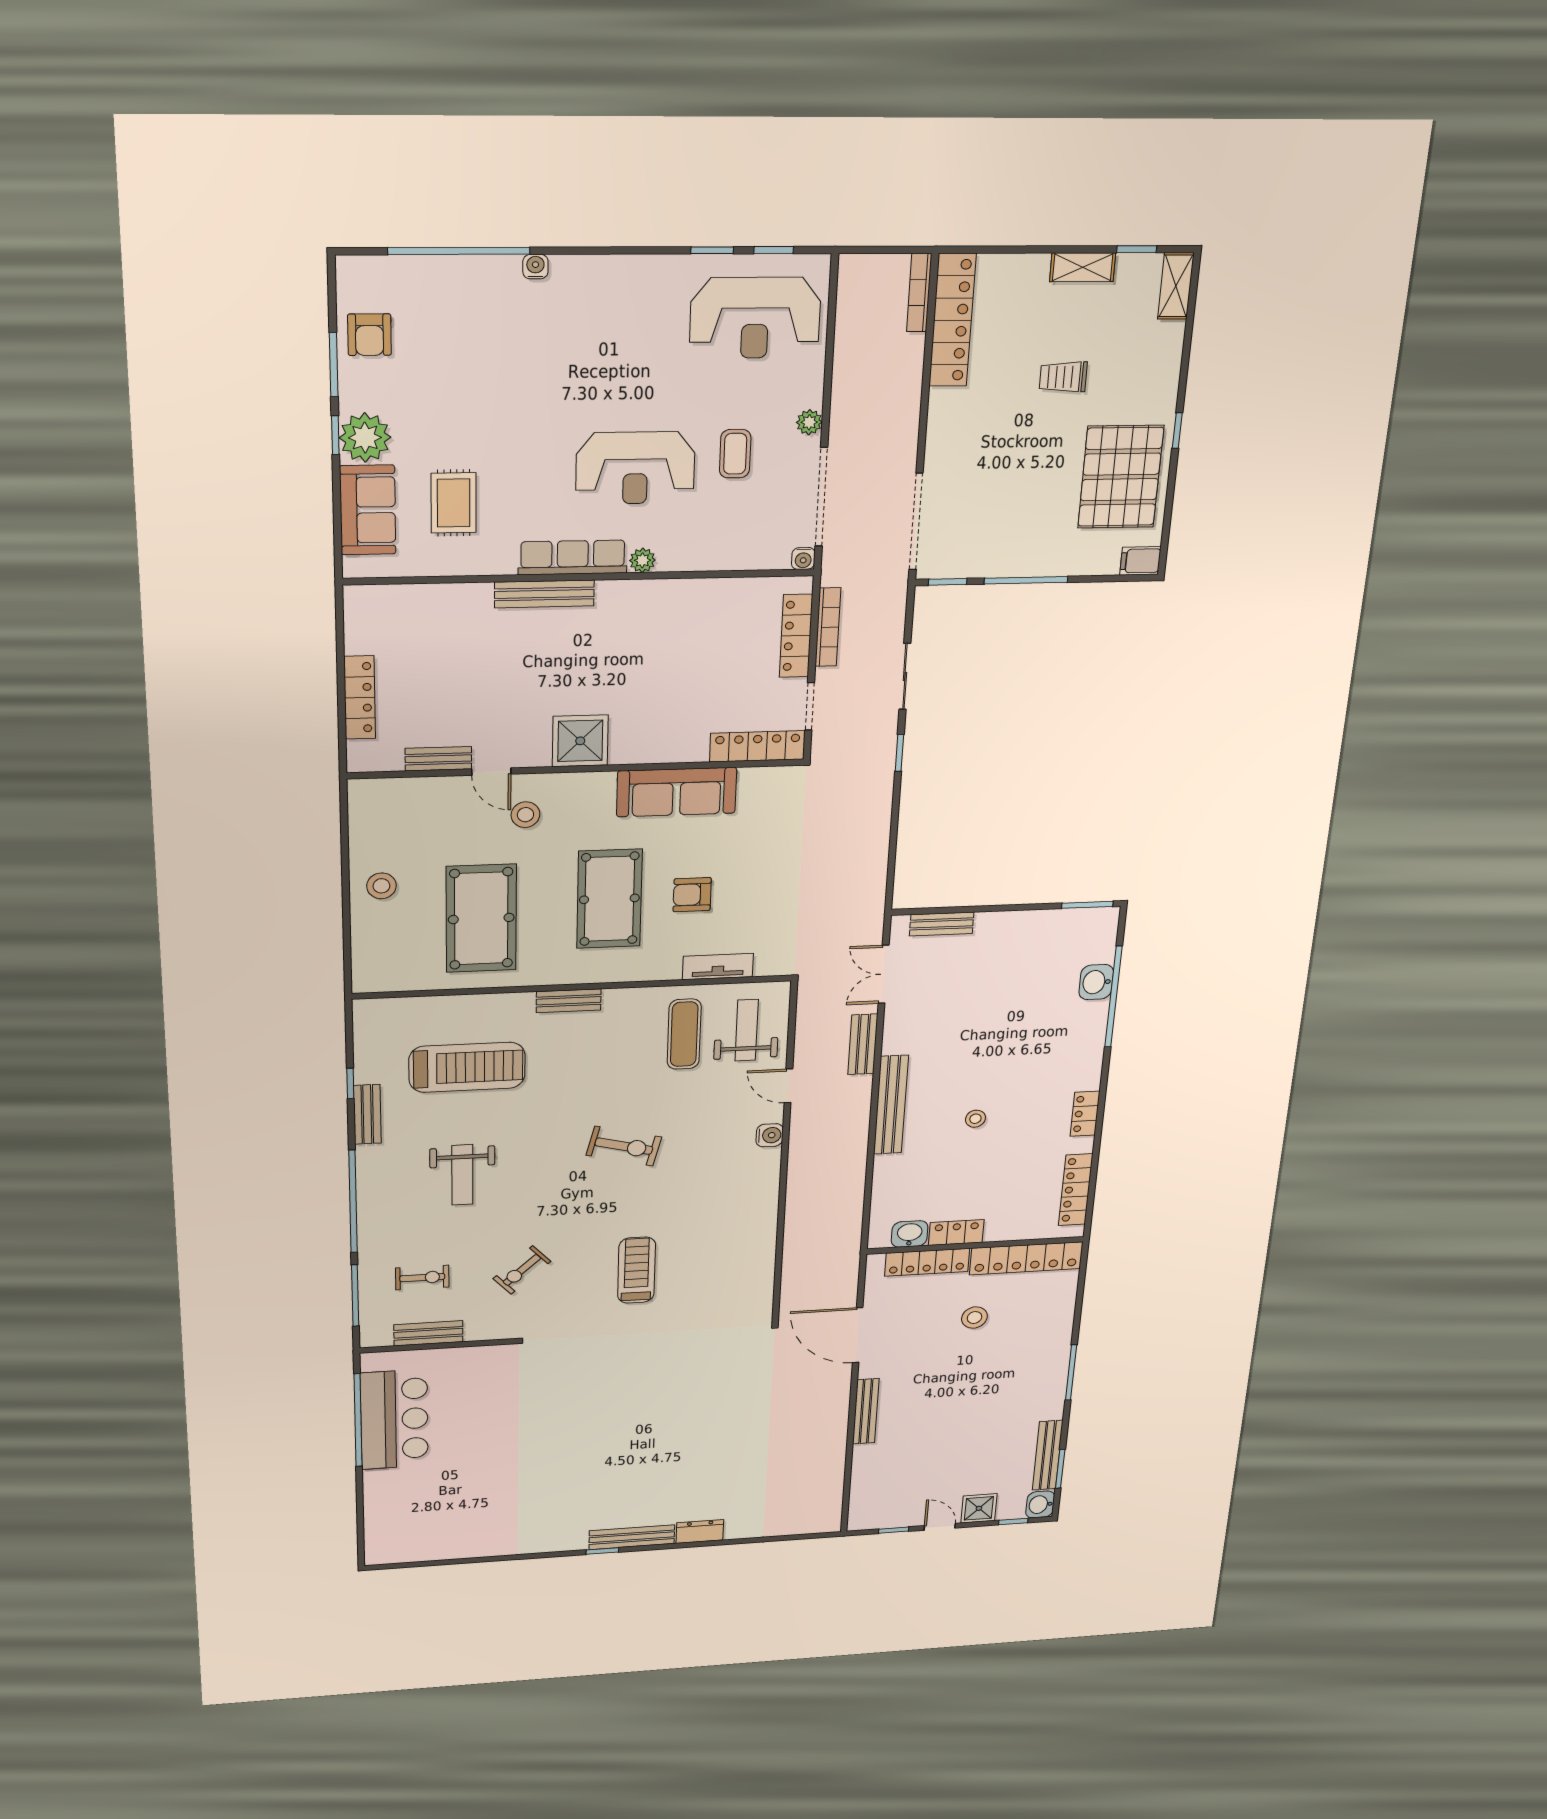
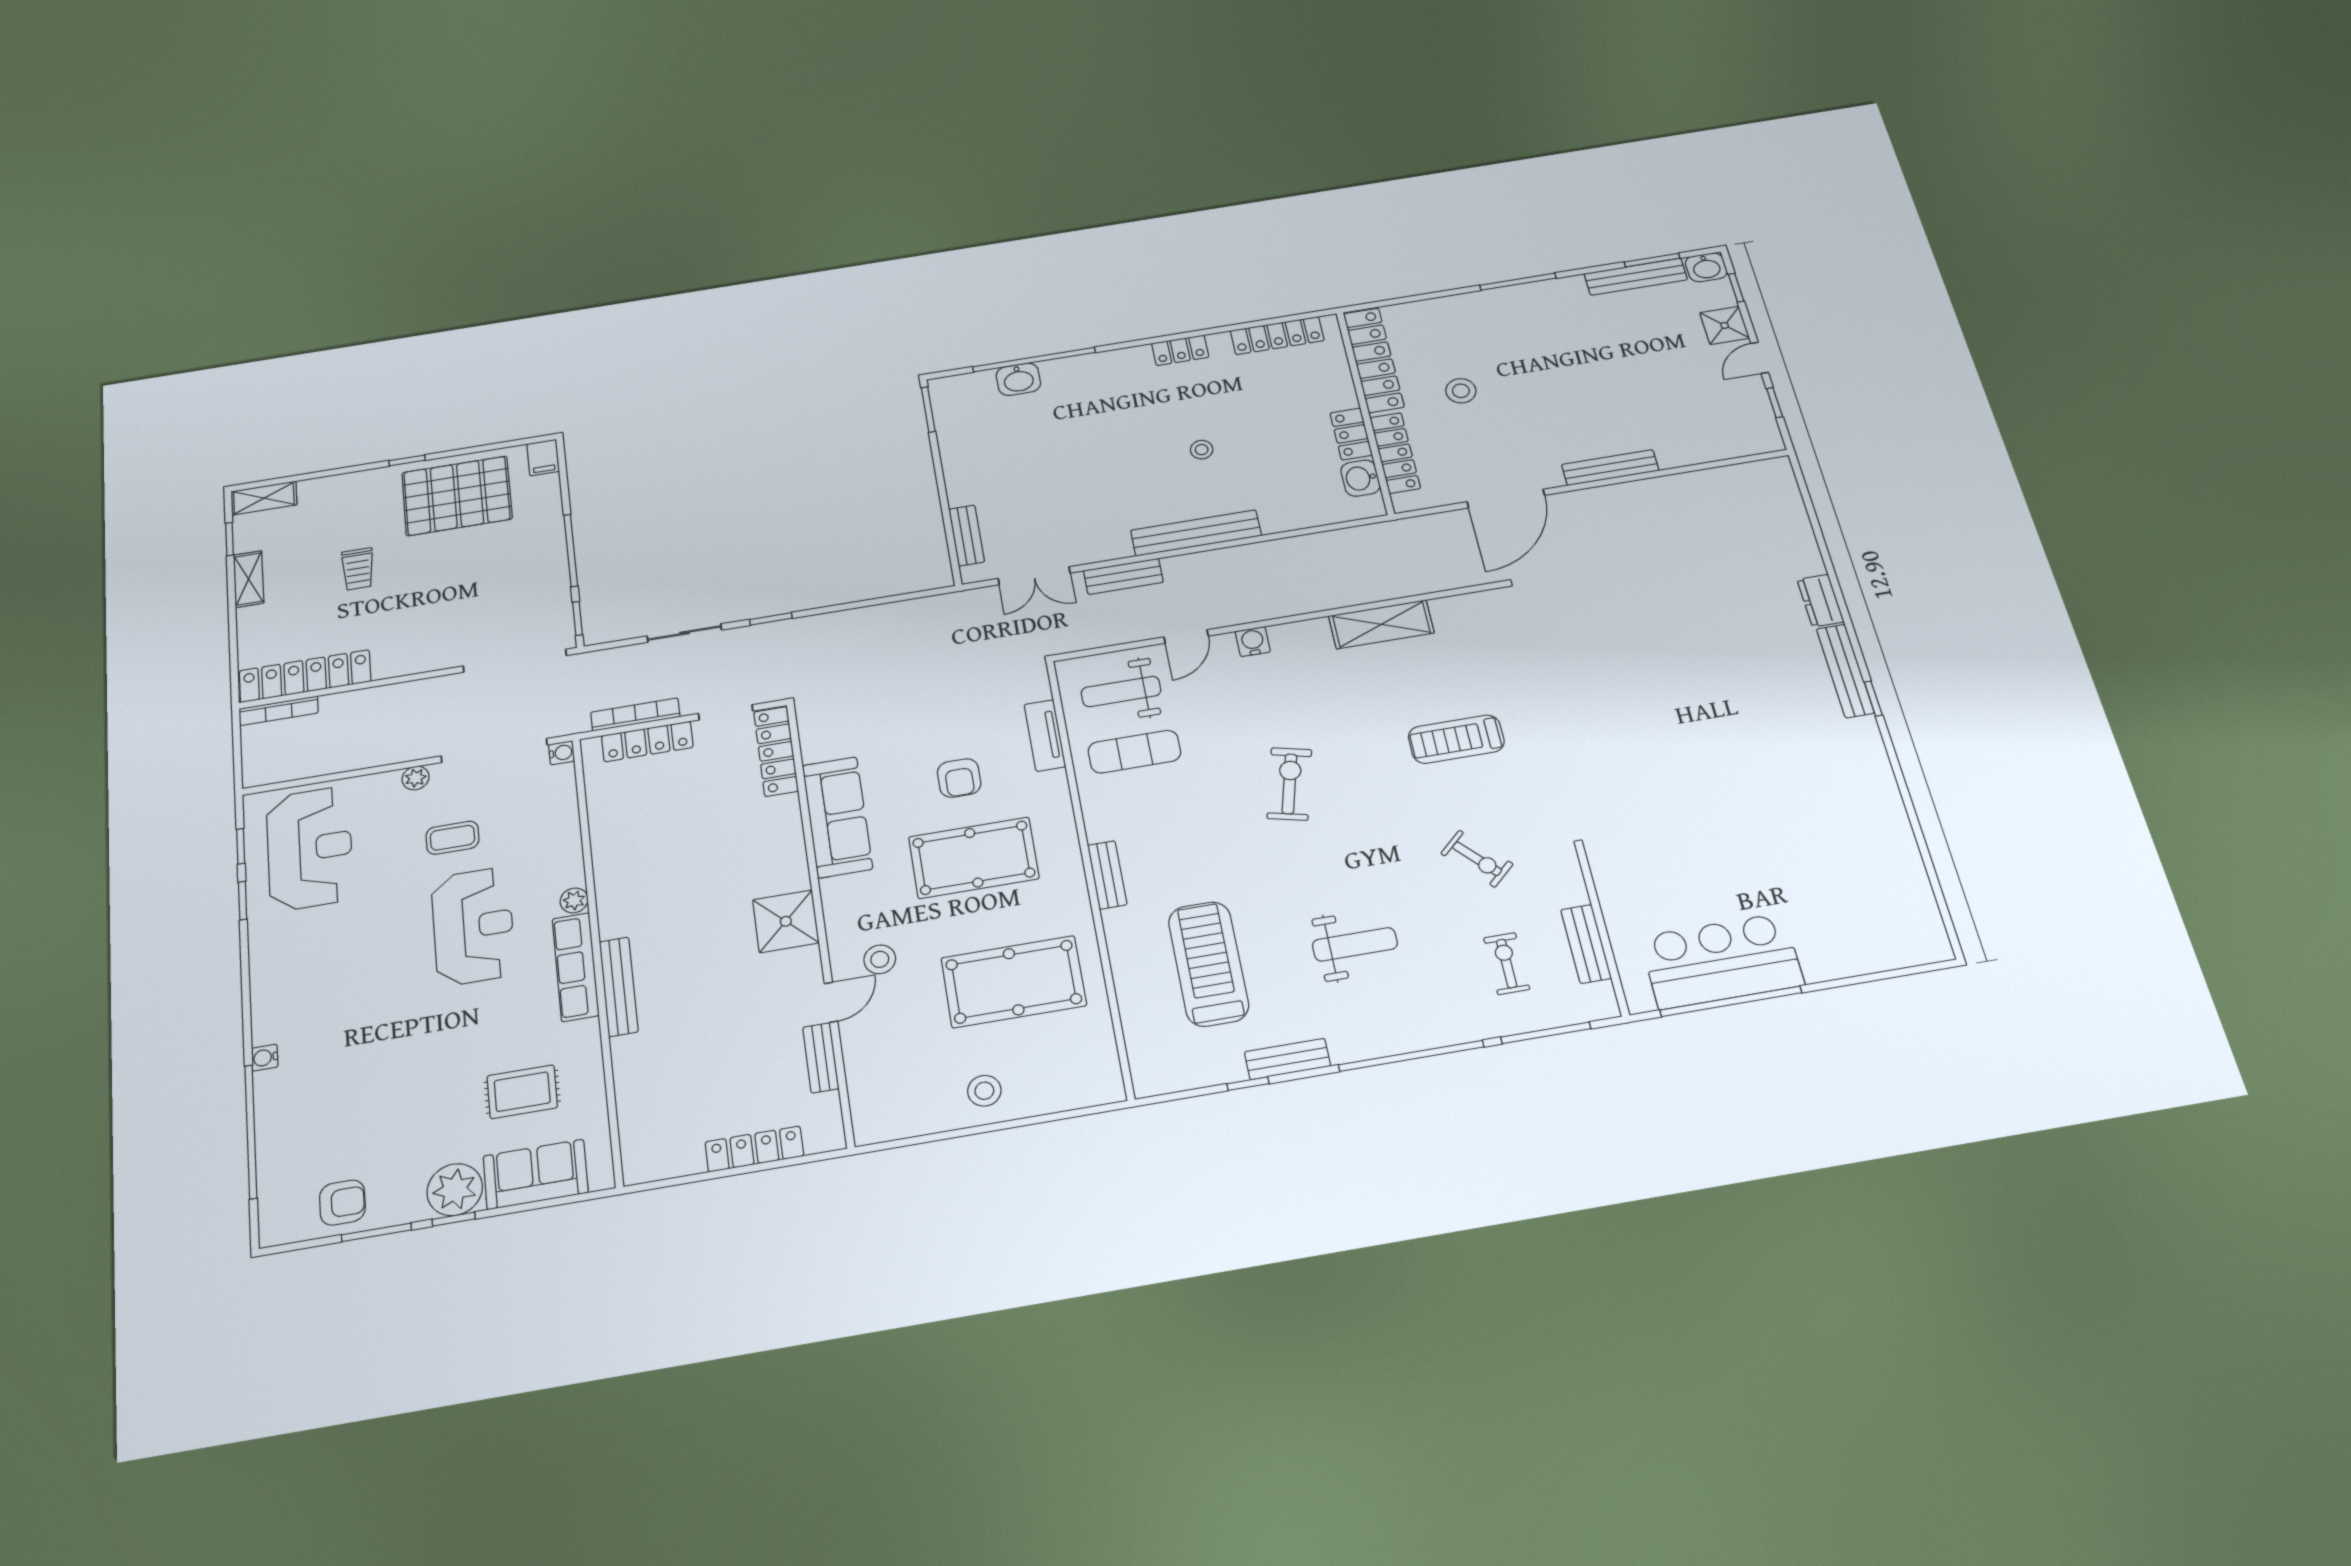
shelving: (761, 1231) -> (1381, 624), added

